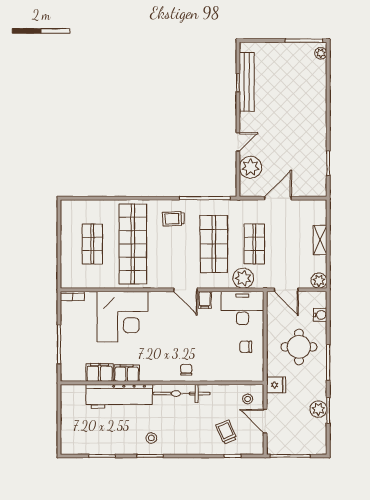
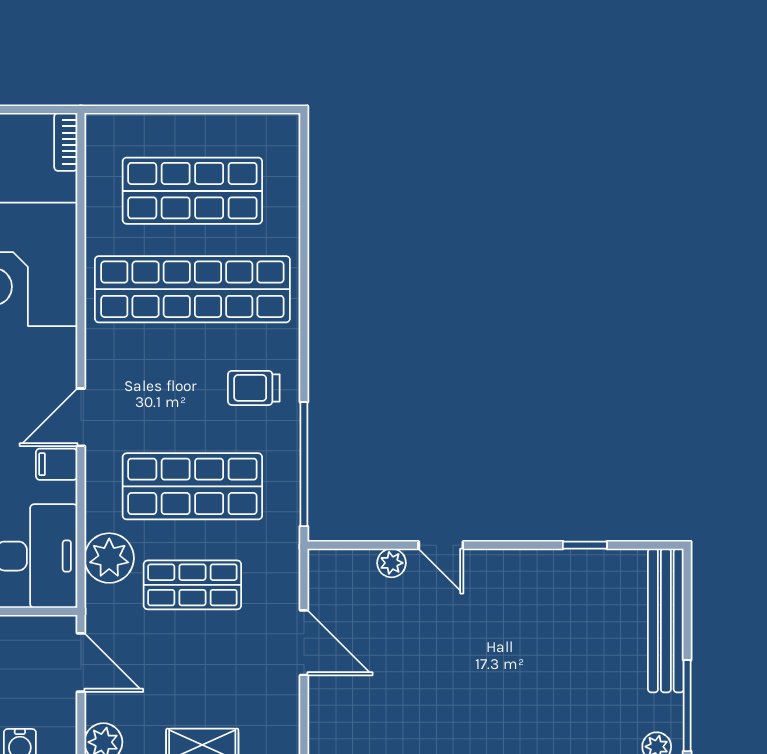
bench: (247, 82) -> (666, 620), moved, turned 90
plant: (250, 167) -> (392, 563), width x0.53, depth x0.53
trolley: (173, 219) -> (254, 388), turned -88
shop shelf: (92, 244) -> (192, 191), width x1.43, depth x1.36
door: (286, 290) -> (81, 662), swing flipped

